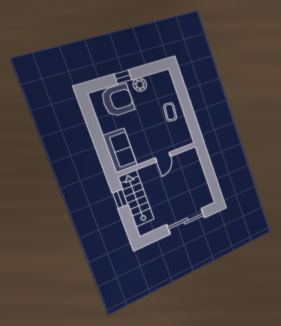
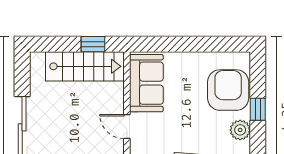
armchair: (118, 100) -> (228, 90), turned 180
sofa: (120, 150) -> (146, 83), moved, turned -90

